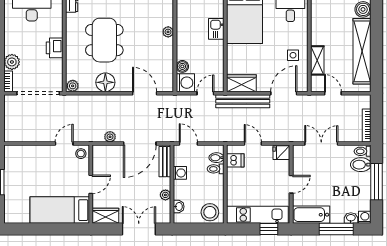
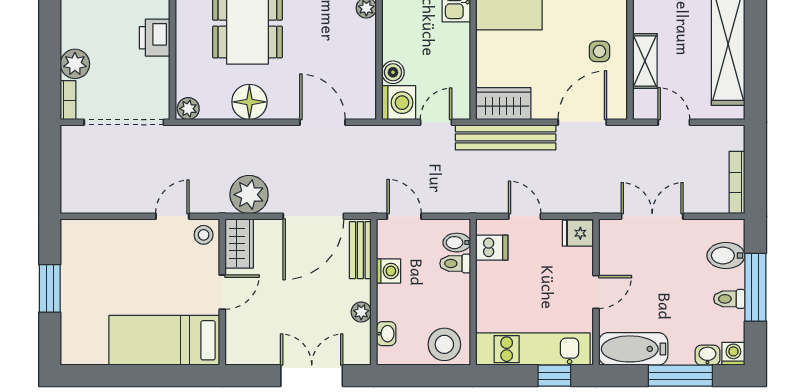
plant: (110, 137) -> (249, 195), width x1.88, depth x1.88
toilet: (363, 151) -> (729, 299), moved
wardrobe: (105, 216) -> (239, 243), moved, turned 90

